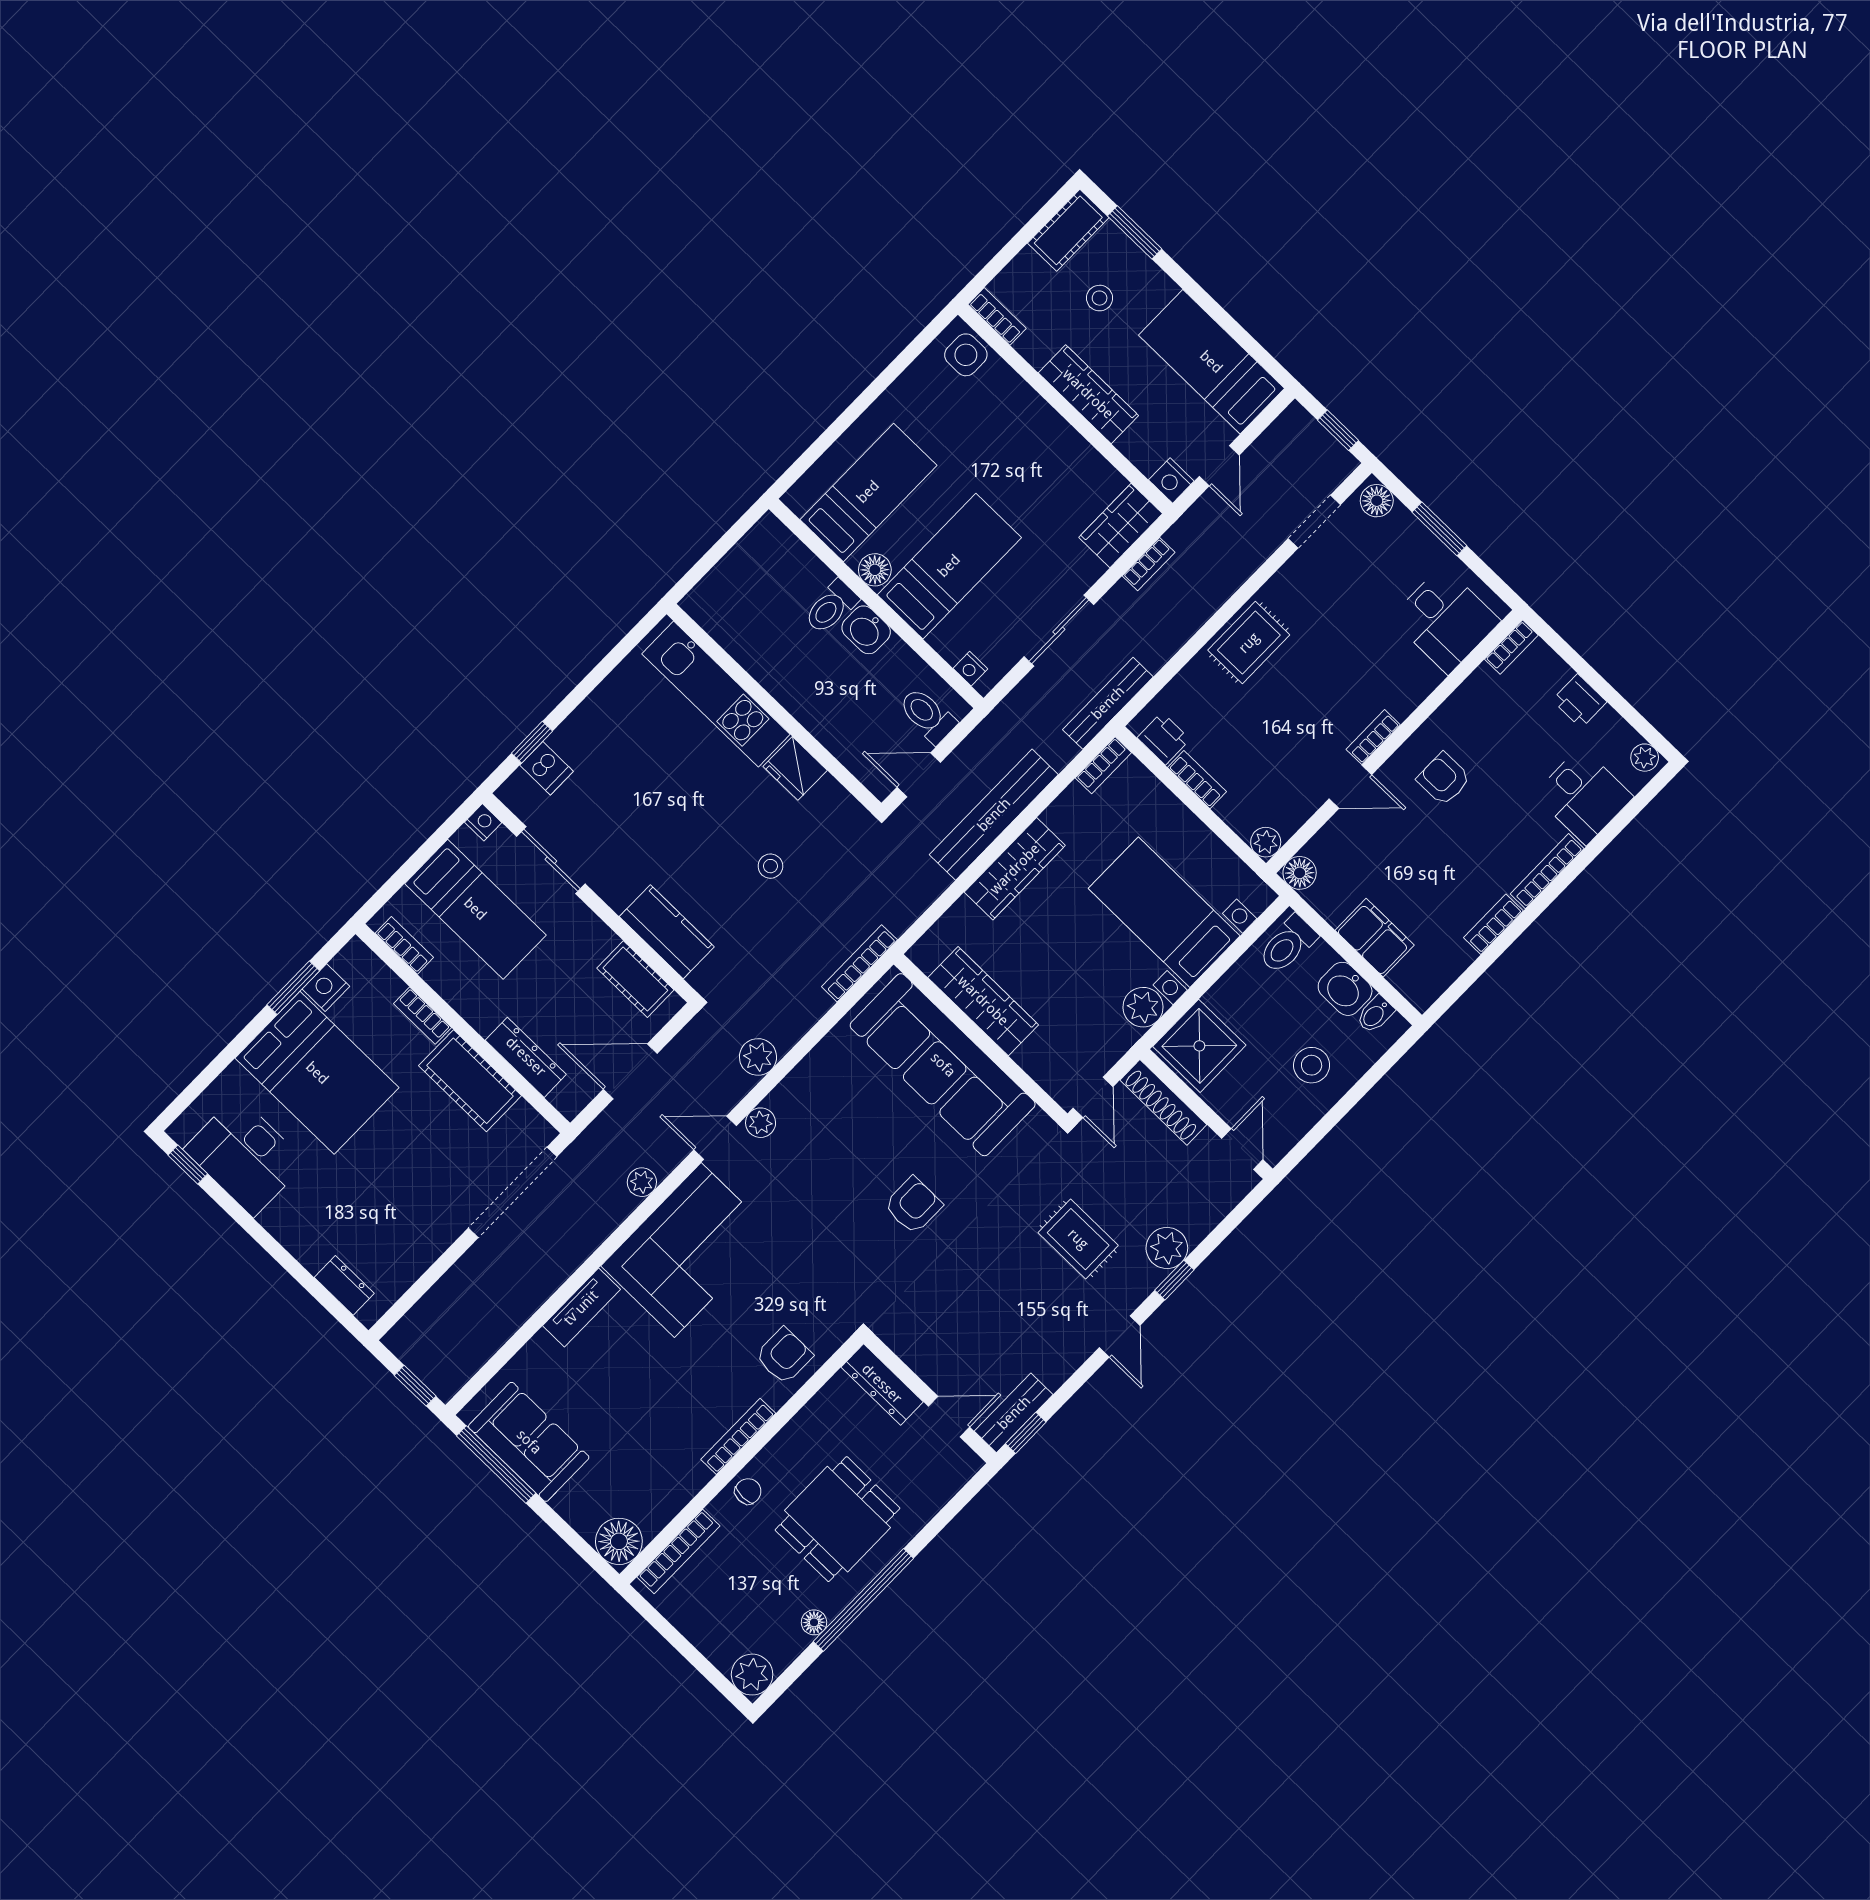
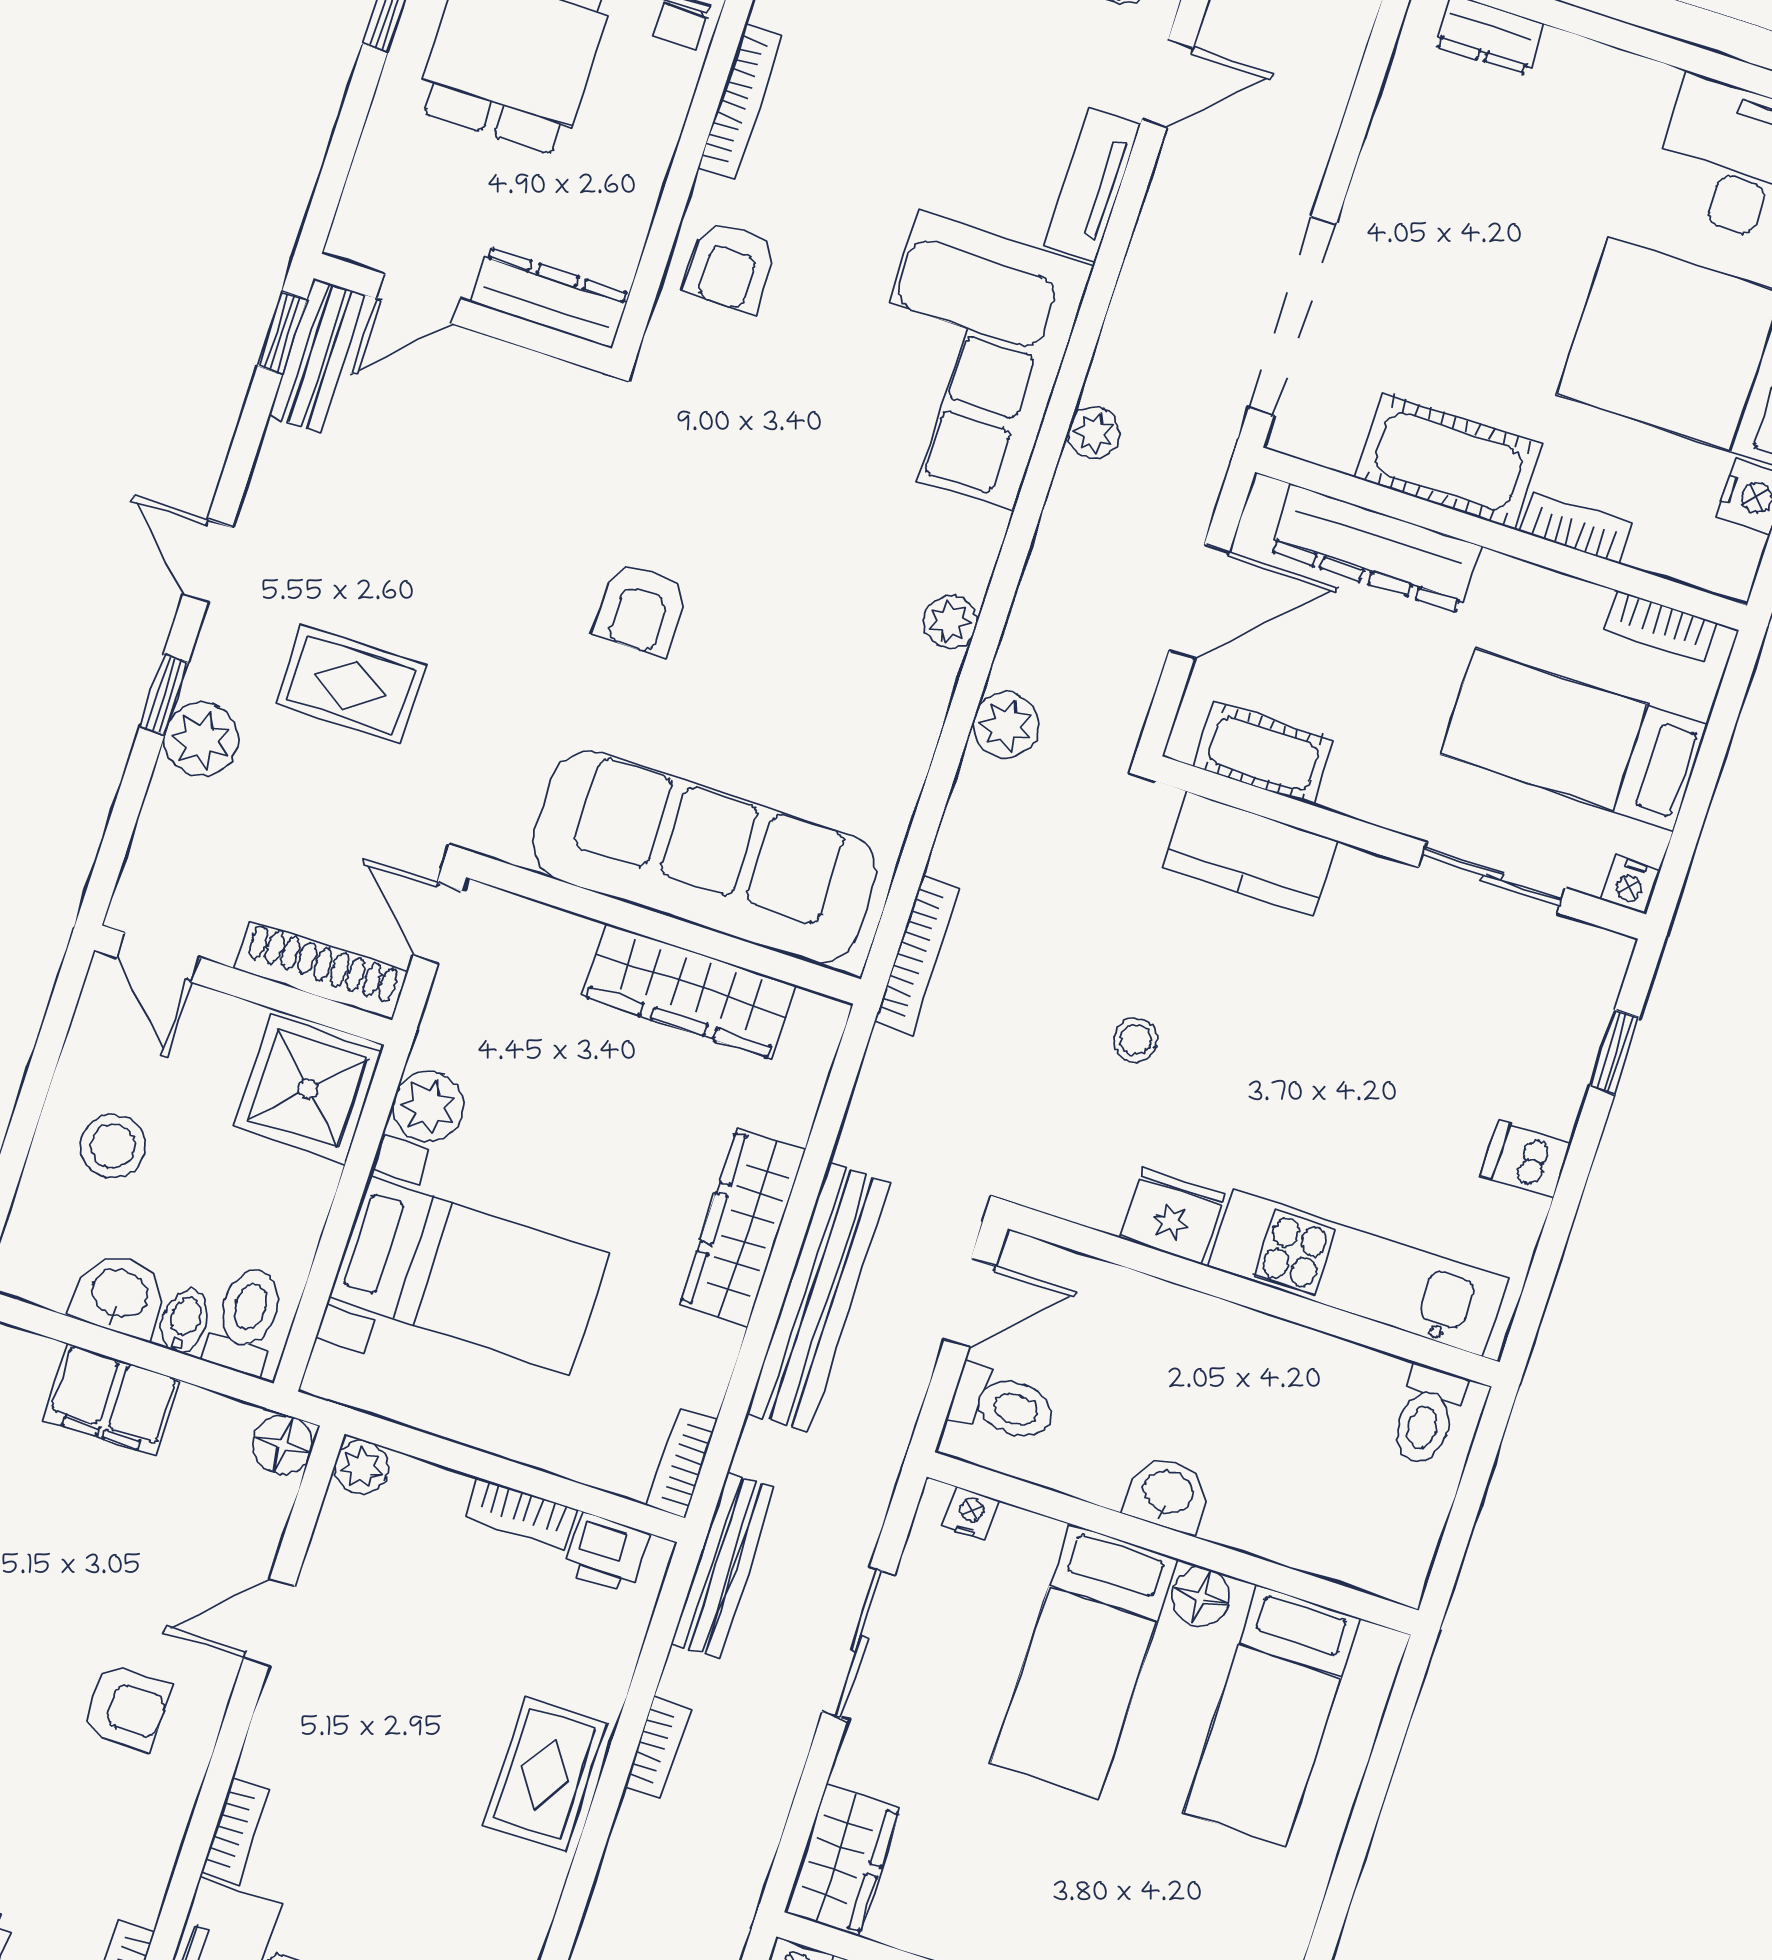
bookcase: (1149, 564) -> (657, 1747), moved, turned 180
toilet: (831, 607) -> (1427, 1415), moved, turned 180
bookcase: (1373, 737) -> (235, 1831), moved
dishwasher: (547, 768) -> (1526, 1159), moved
bidet: (1375, 1014) -> (185, 1321), moved
dresser: (526, 1057) -> (1375, 549), width x1.37, depth x1.24
door: (715, 1138) -> (1167, 84), moved

